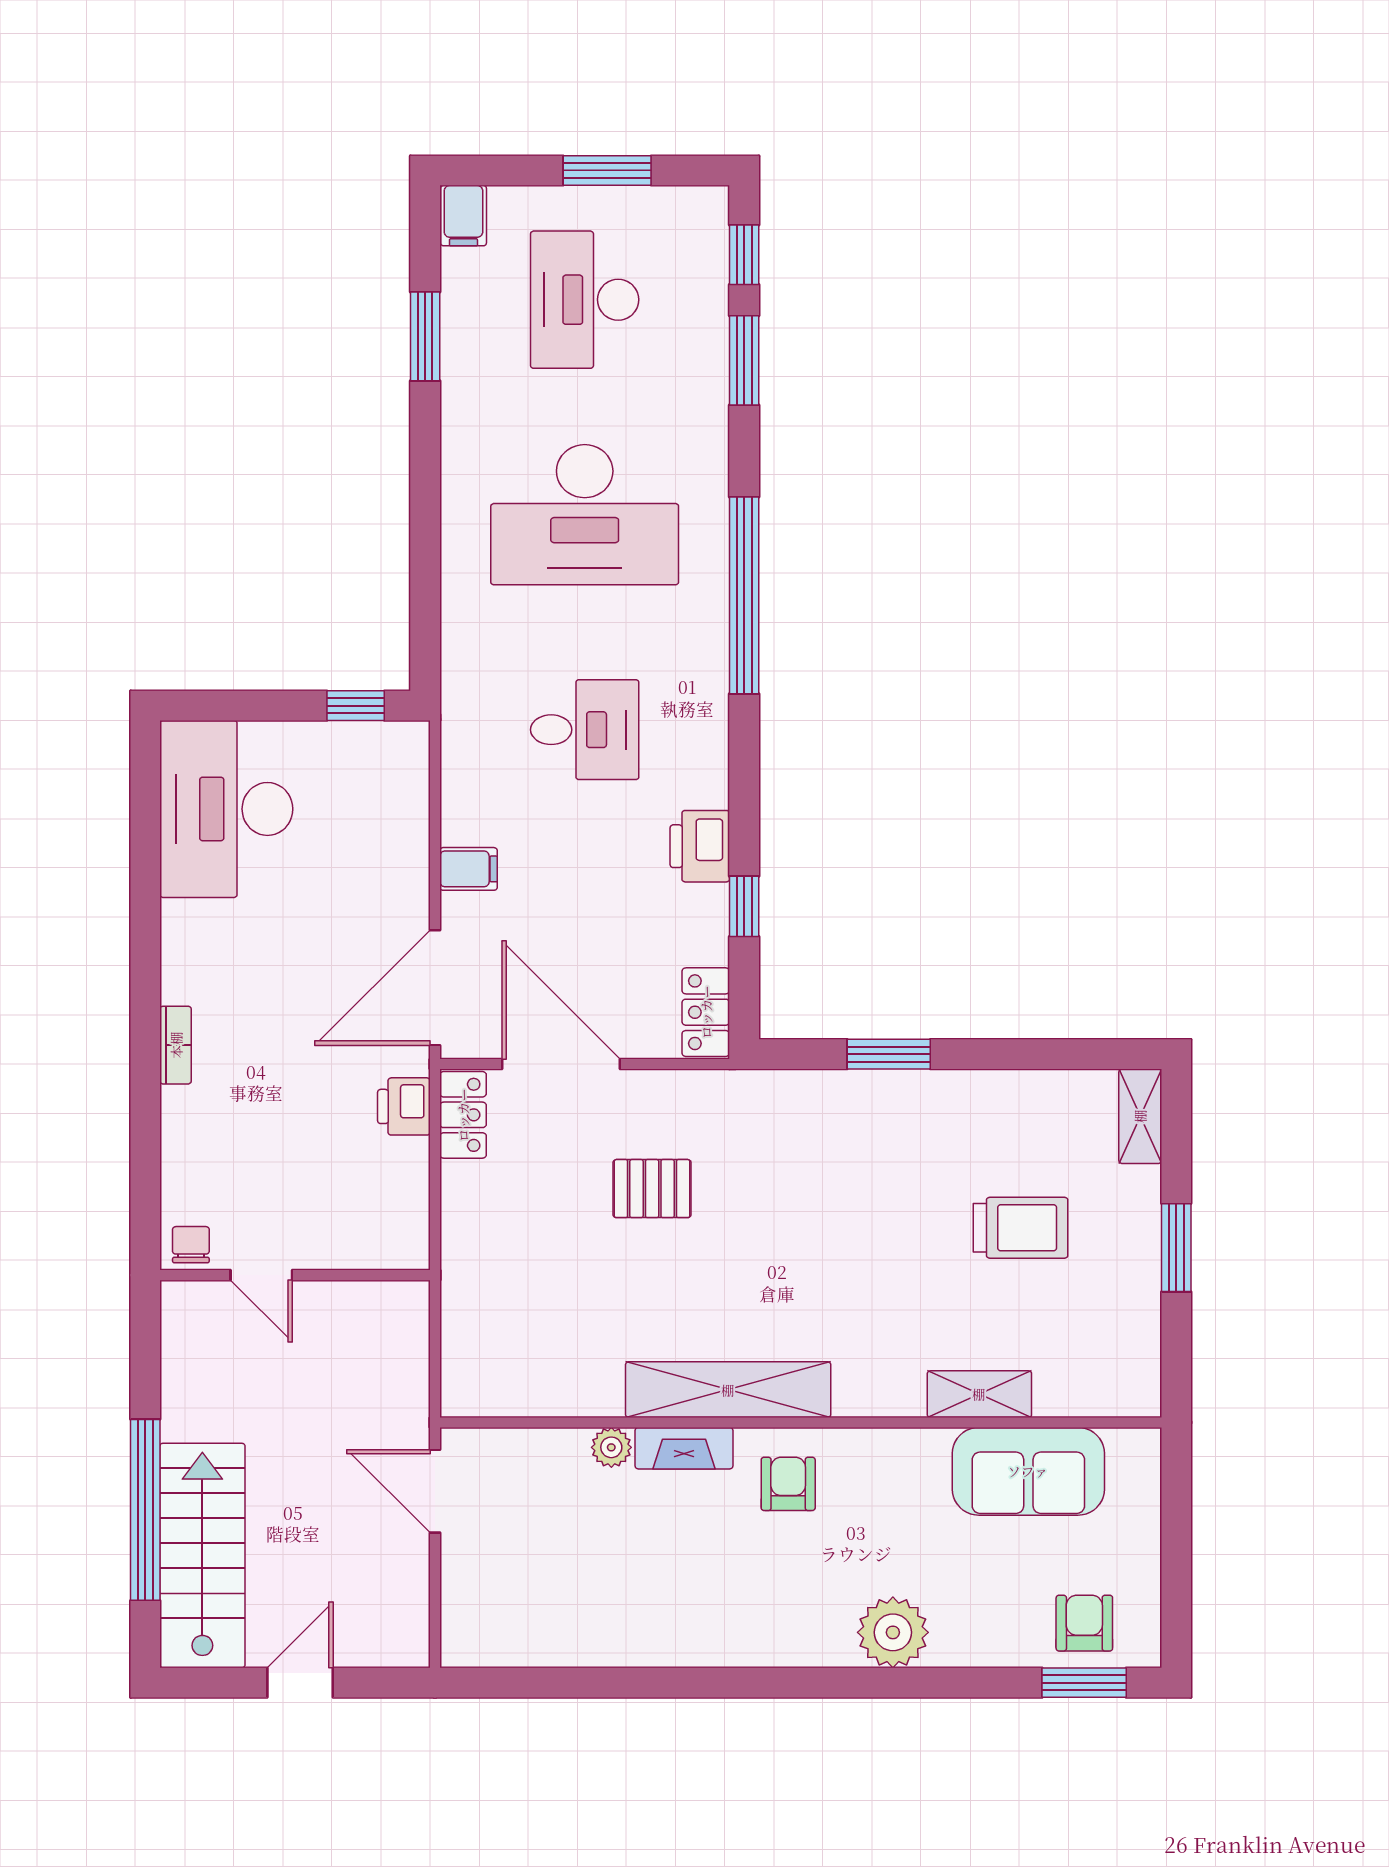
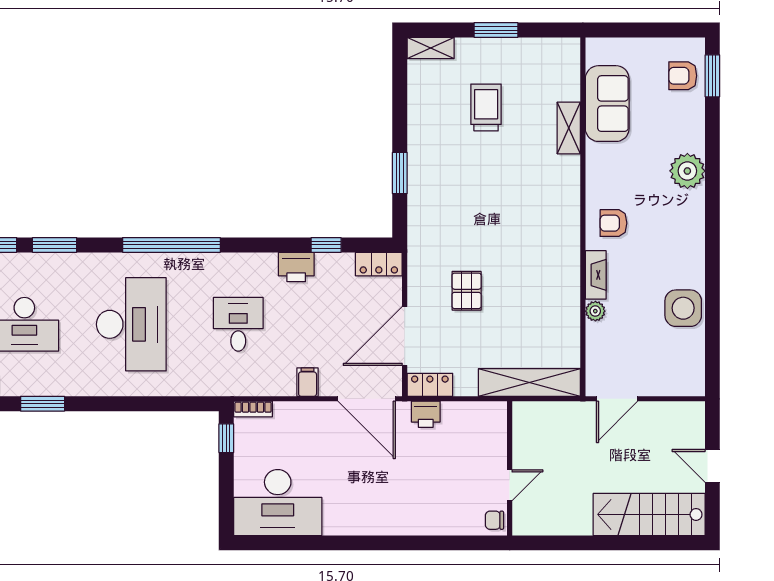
bookcase: (176, 1045) -> (253, 409), moved, turned 180
shelving: (728, 1390) -> (529, 382), moved, turned 90
window: (145, 1510) -> (626, 543), removed
side table: (617, 1624) -> (683, 308), added

